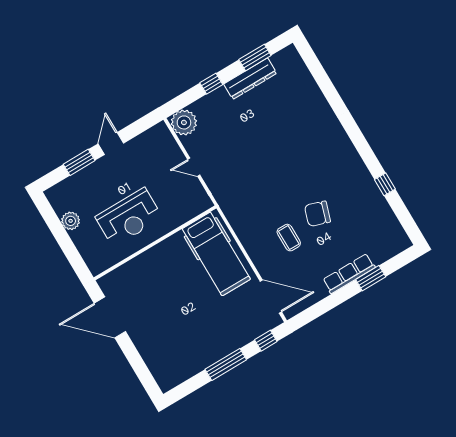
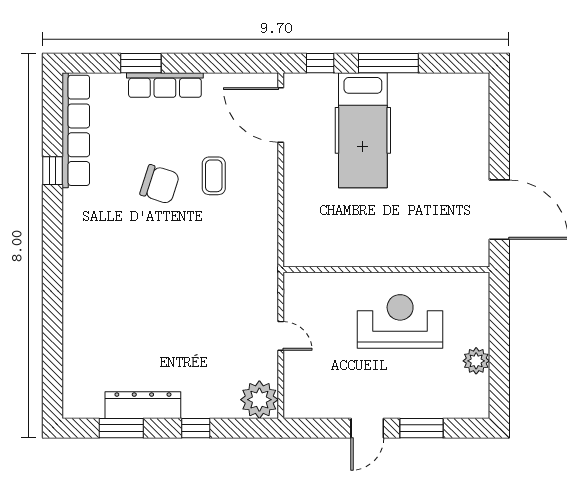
row of seats: (385, 216) -> (76, 130), added
hospital bed: (216, 254) -> (363, 130), moved, turned 180

